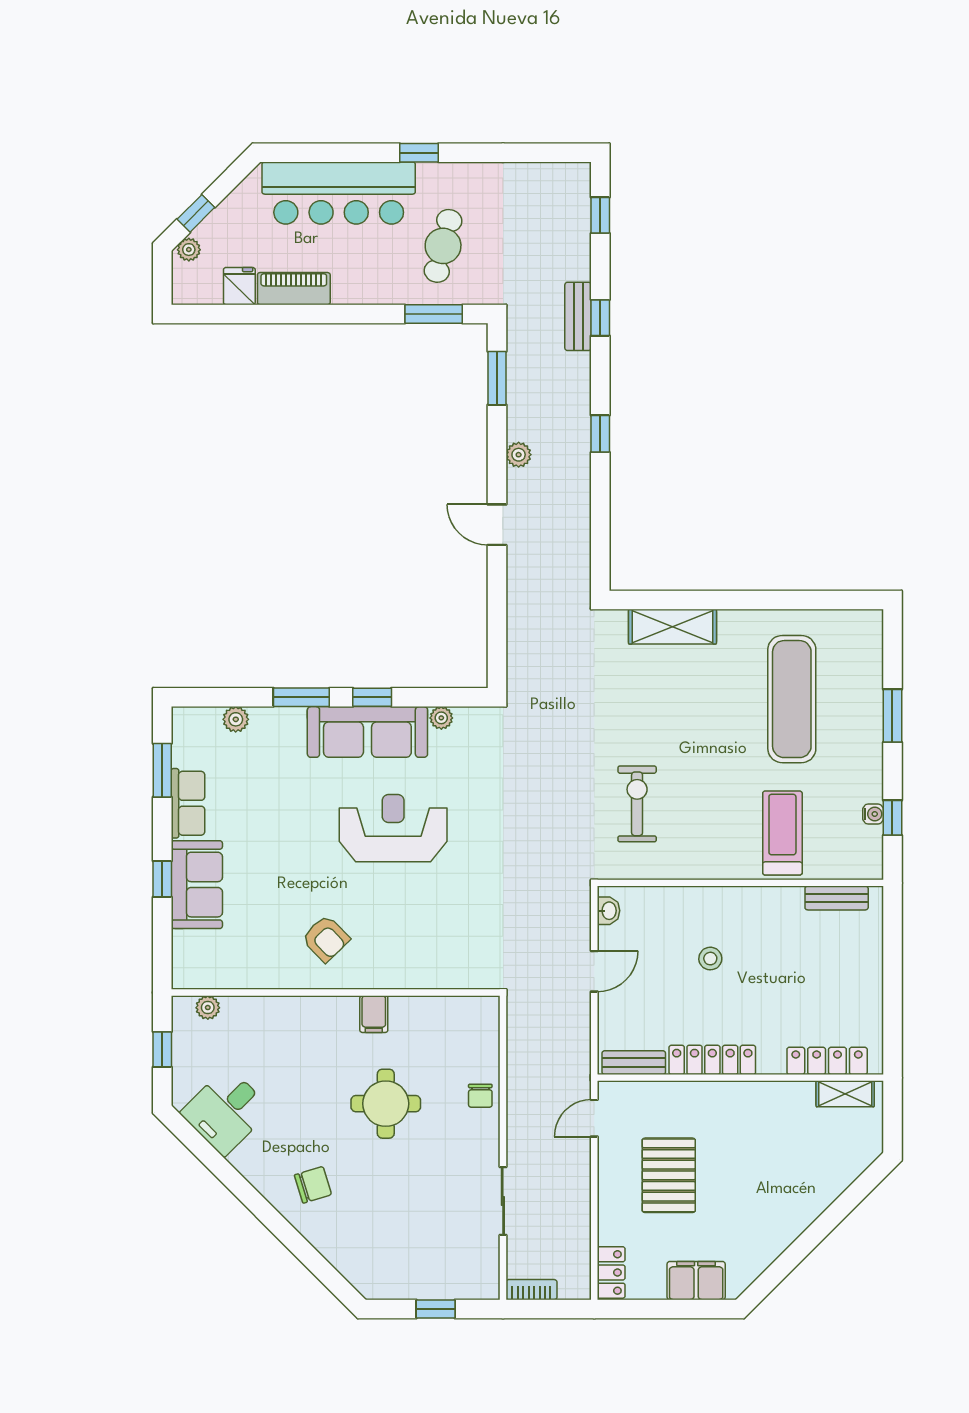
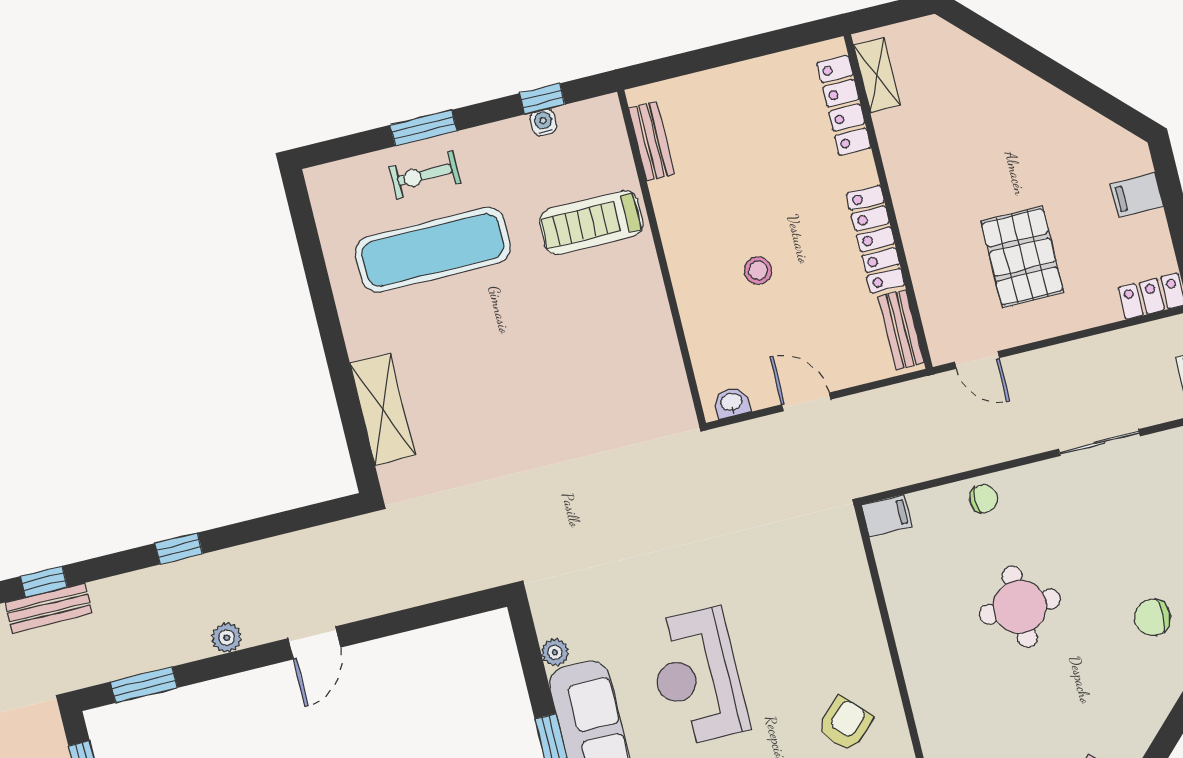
exercise bike: (637, 804) -> (425, 175), moved, width x0.73, depth x0.72
filing cabinet: (374, 1014) -> (887, 516), moved
pallet: (669, 1175) -> (1022, 257), turned 90
chair: (313, 1185) -> (1152, 617), moved, turned -73
filing cabinet: (696, 1281) -> (1137, 195), width x0.50

